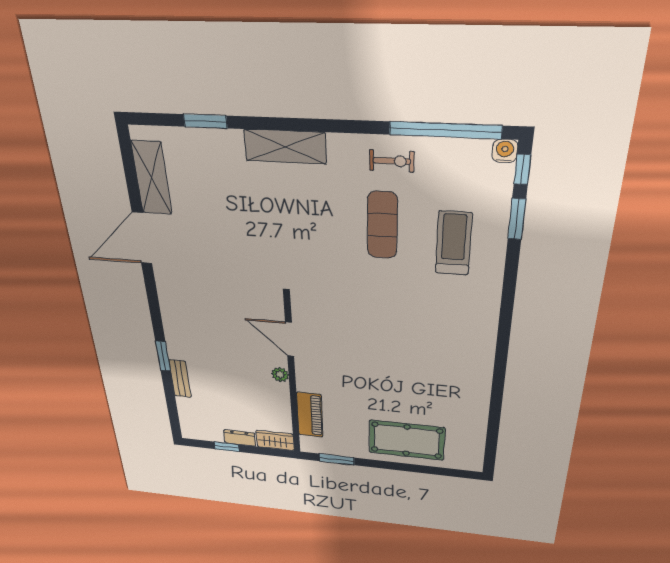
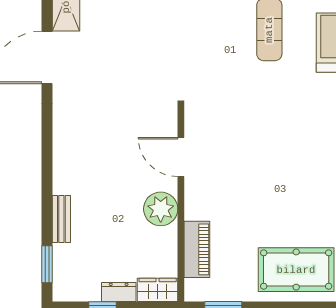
window: (163, 356) -> (47, 264), moved
plant: (280, 375) -> (161, 209), width x1.88, depth x1.88

